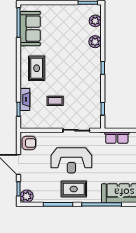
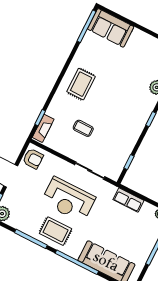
sofa: (30, 29) -> (111, 28), moved, turned 90
fireplace: (25, 99) -> (43, 128), moved

